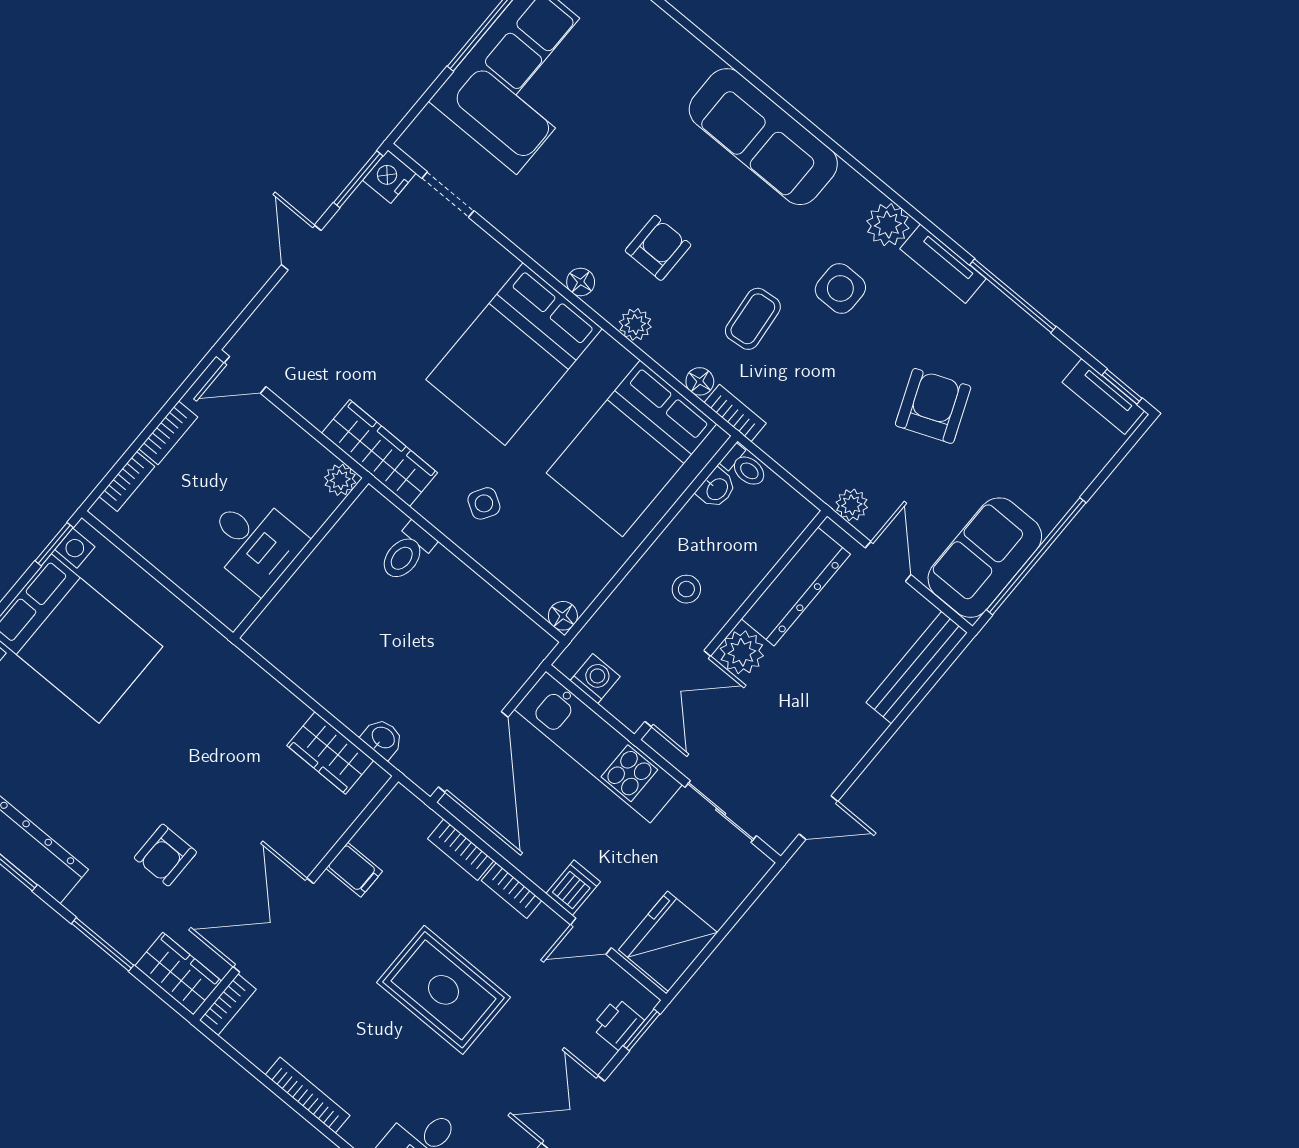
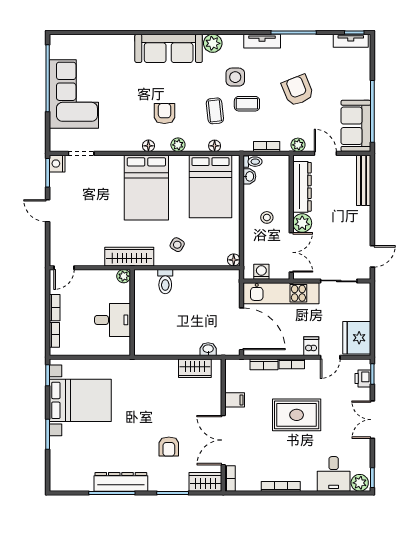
plant: (888, 225) -> (213, 43), moved
coffee table: (822, 354) -> (247, 104), added
bookcase: (735, 413) -> (267, 147), moved

